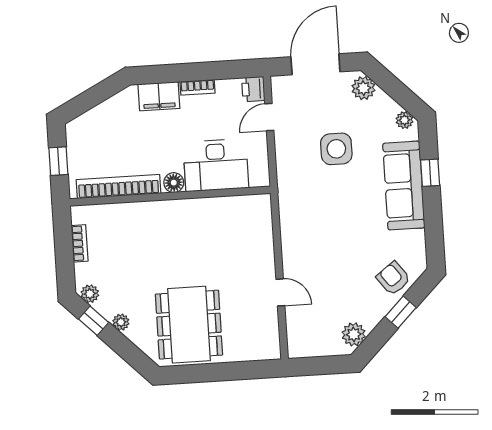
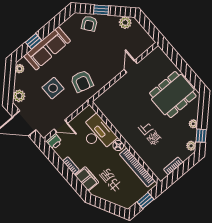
armchair: (314, 201) -> (82, 81), added

